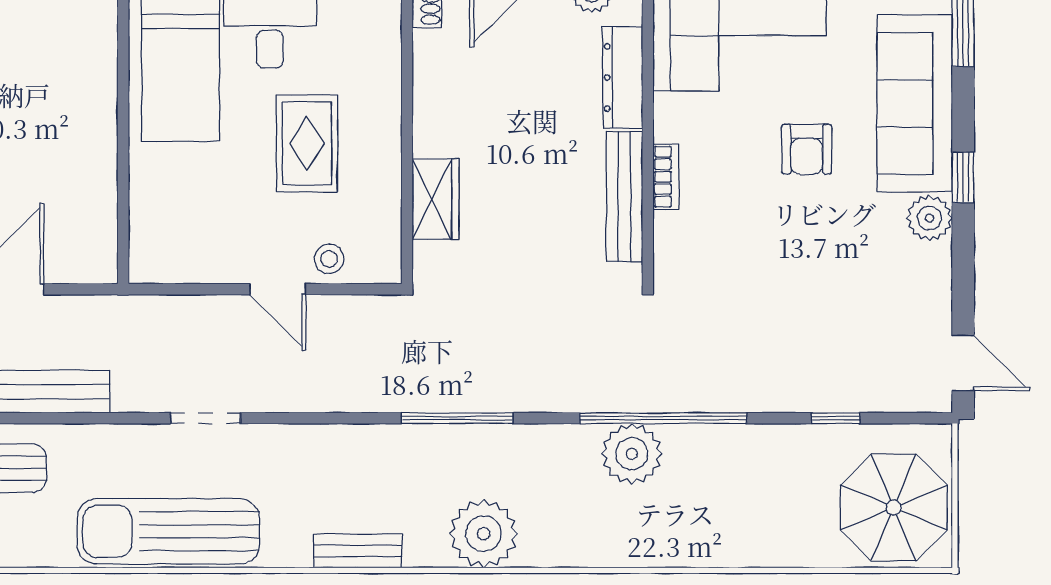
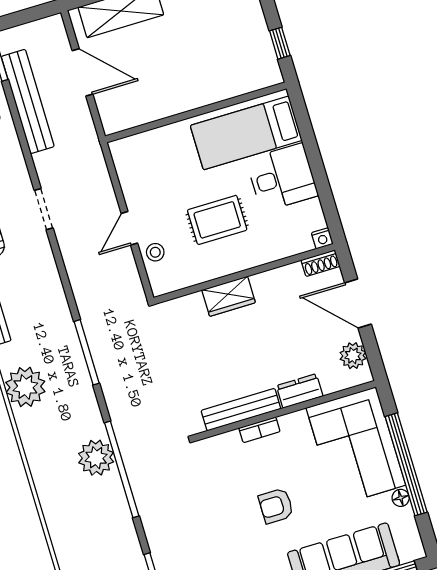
dresser: (623, 77) -> (300, 391), width x0.70
armchair: (807, 149) -> (276, 506), moved
wardrobe: (436, 199) -> (229, 296), moved

